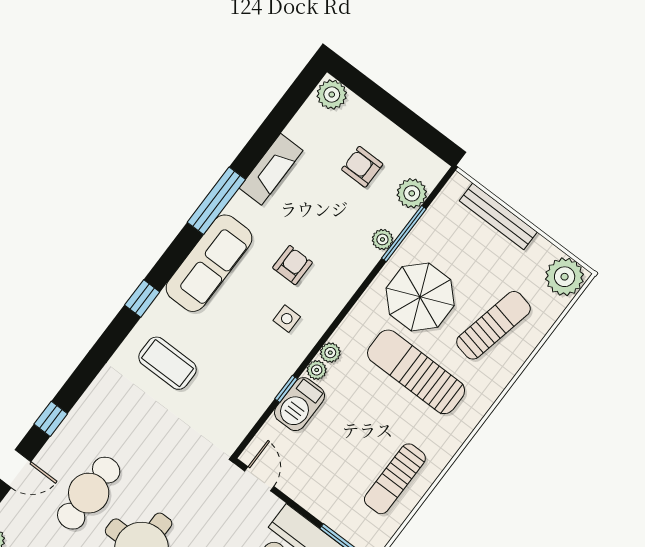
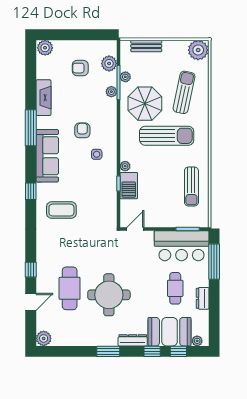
bench: (498, 216) -> (146, 46), width x0.73
plant: (330, 353) -> (125, 77), moved
sun lounger: (416, 372) -> (167, 136), turned 180
door: (259, 479) -> (135, 229), hinge flipped

